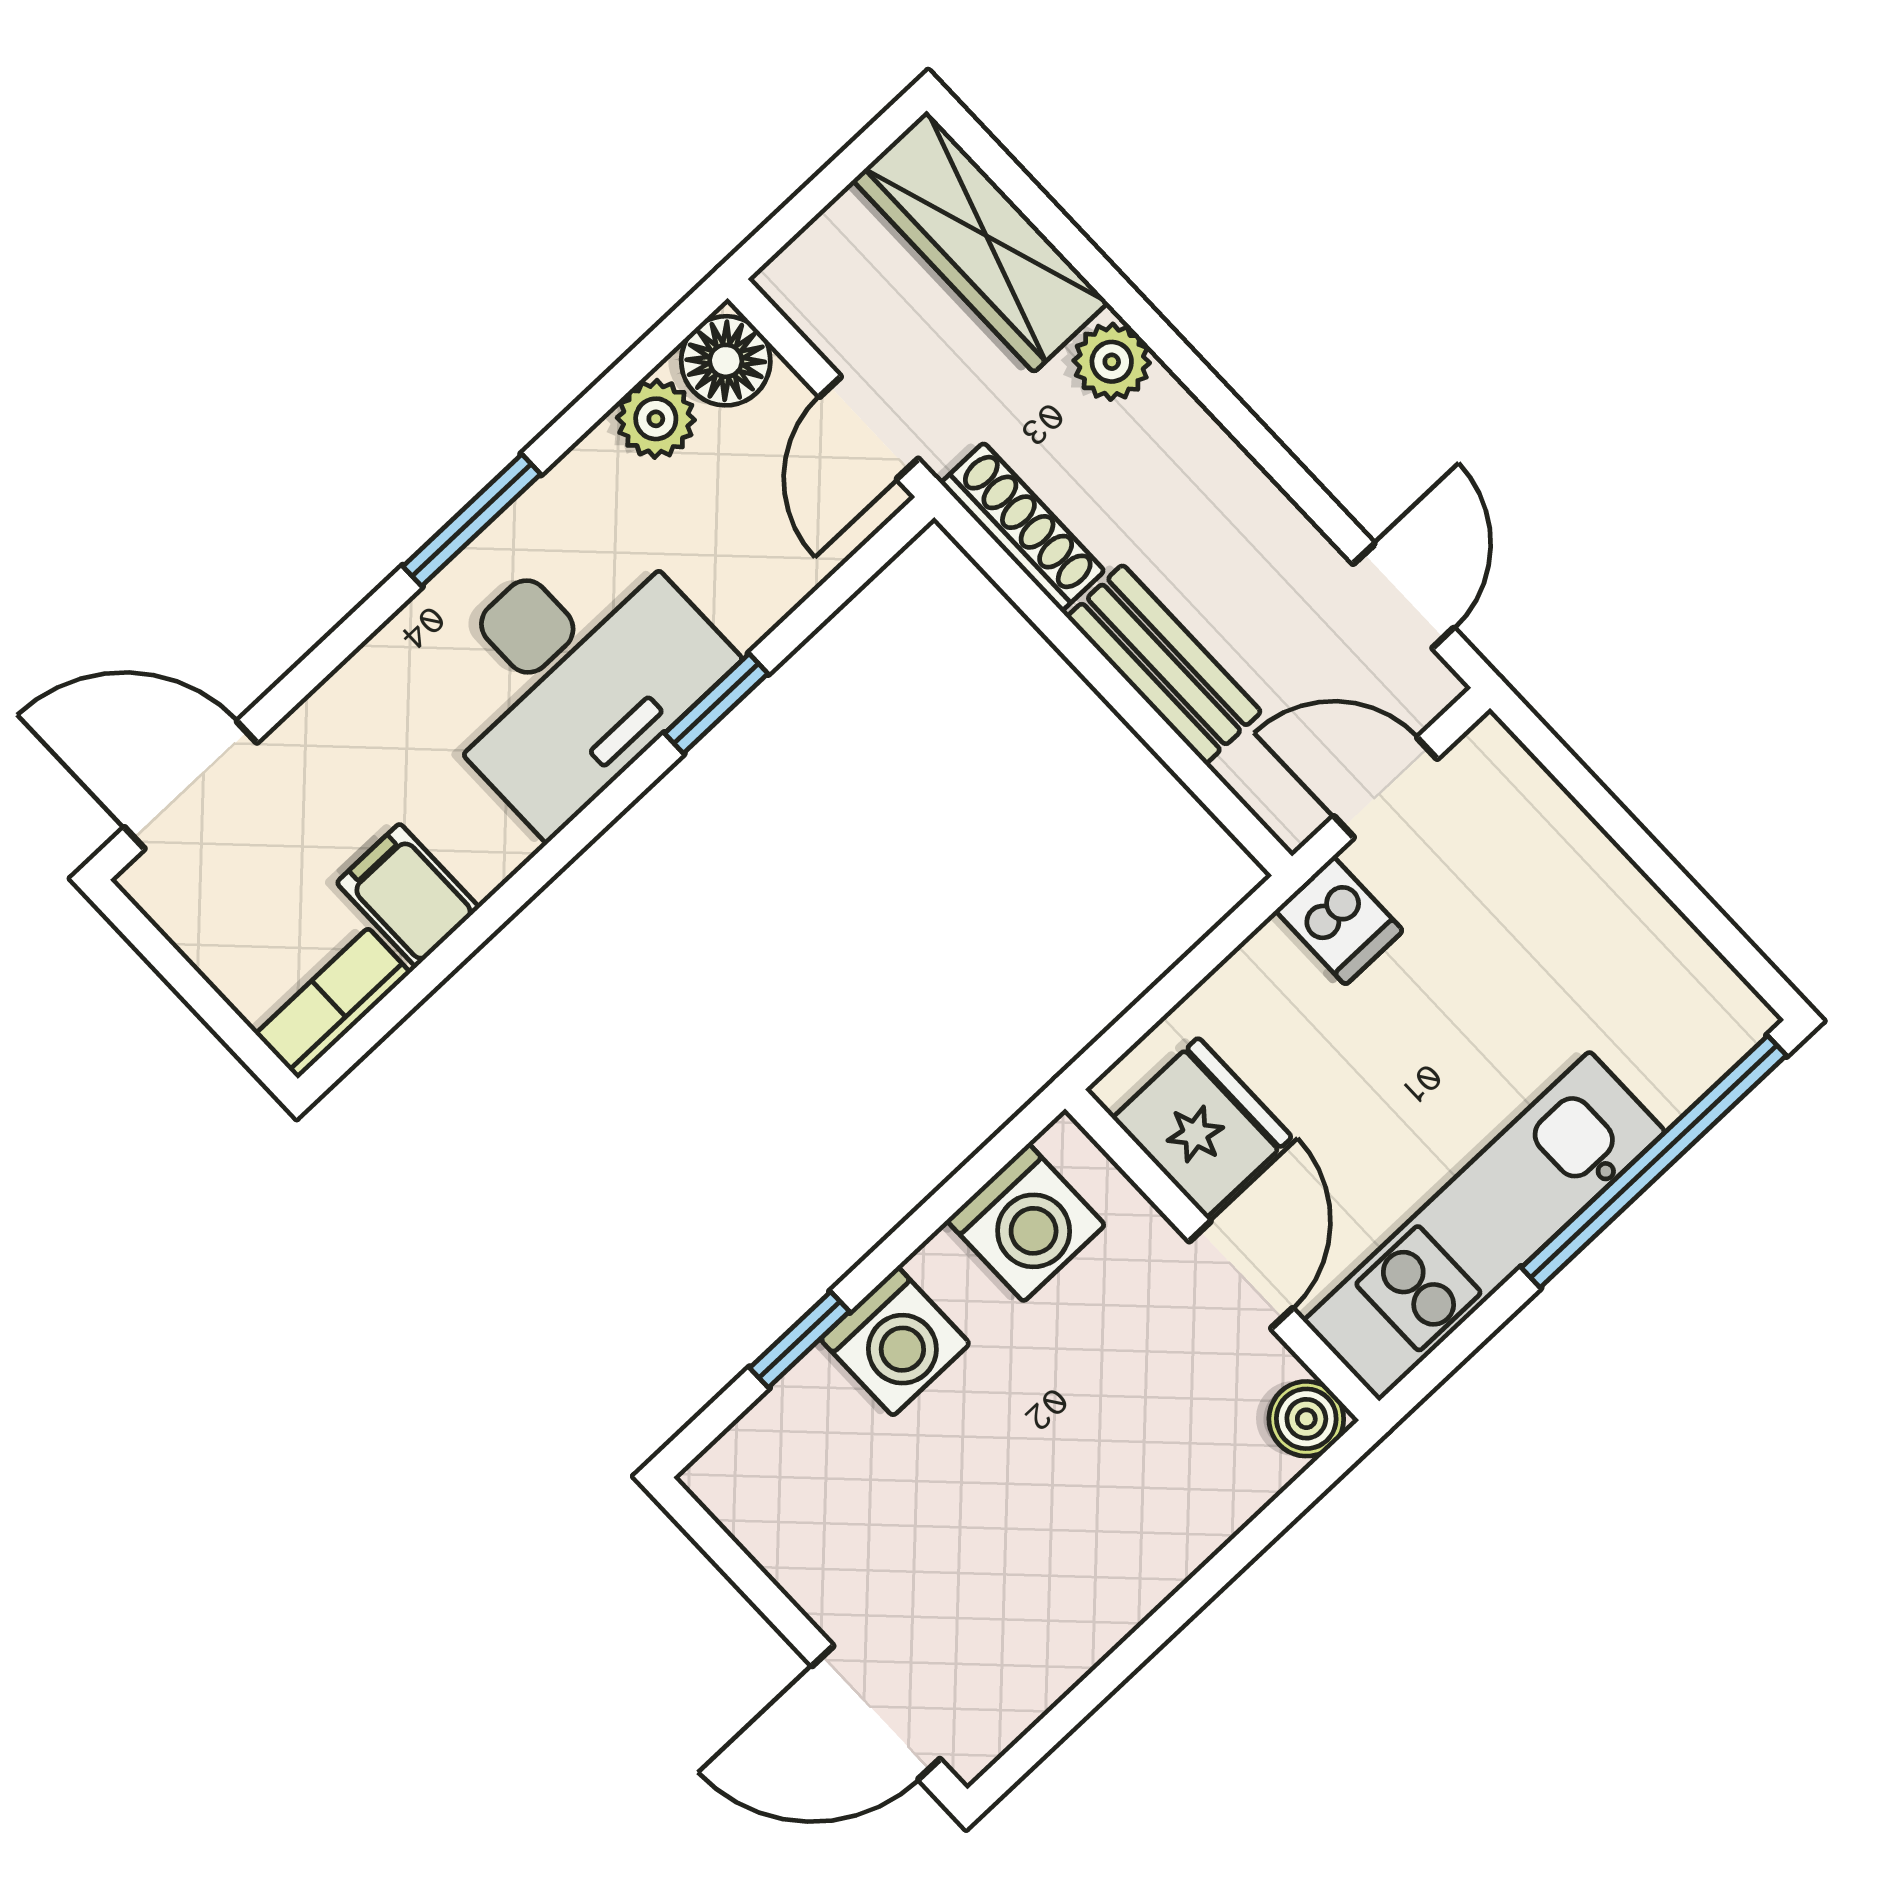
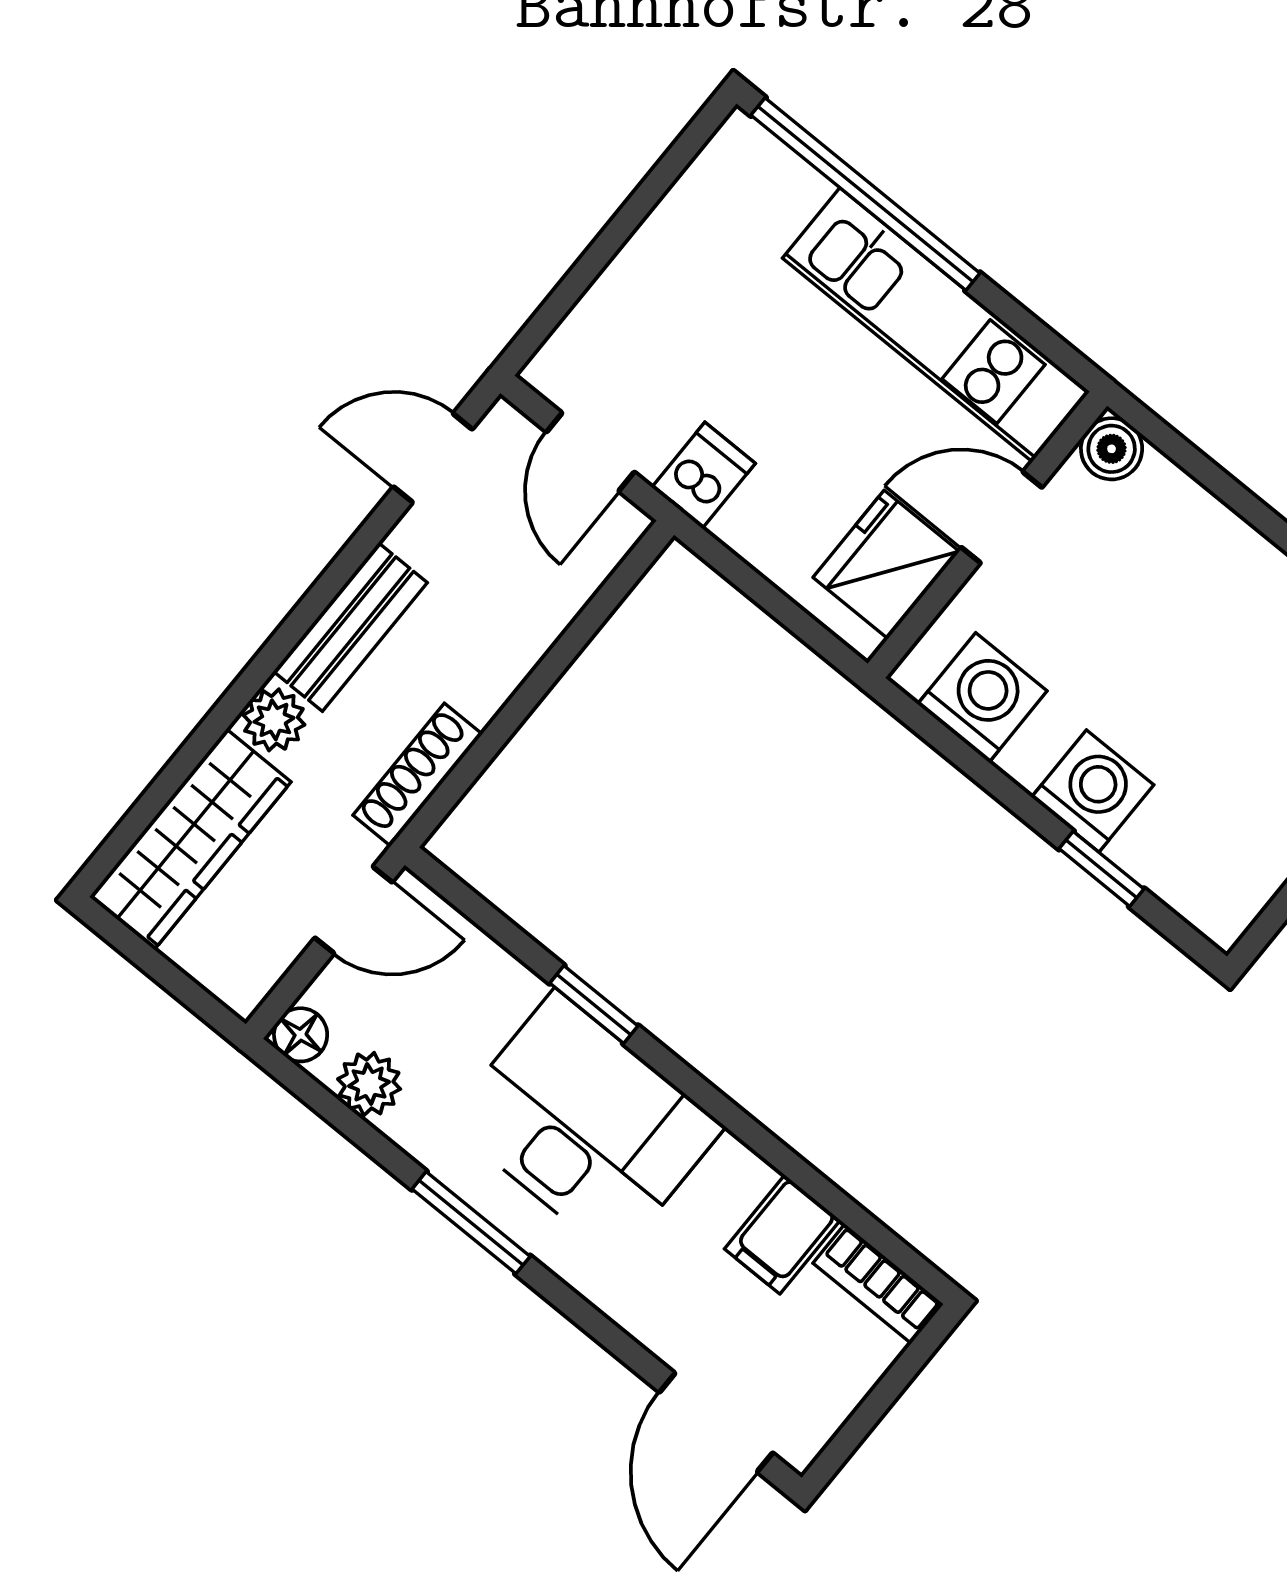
floor lamp: (726, 361) -> (301, 1035), width x0.73, depth x0.73
bench: (1164, 664) -> (350, 627), moved

